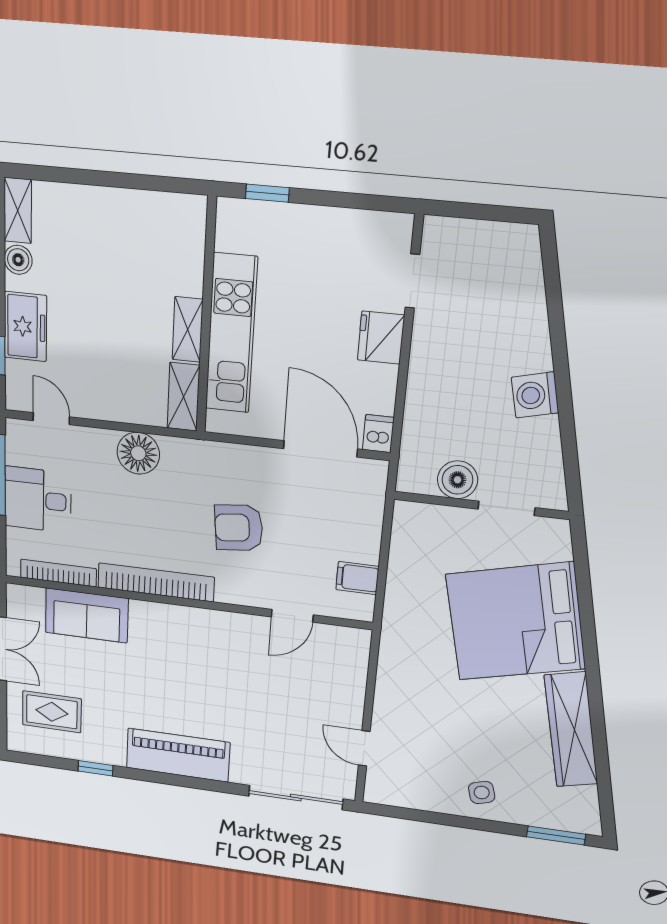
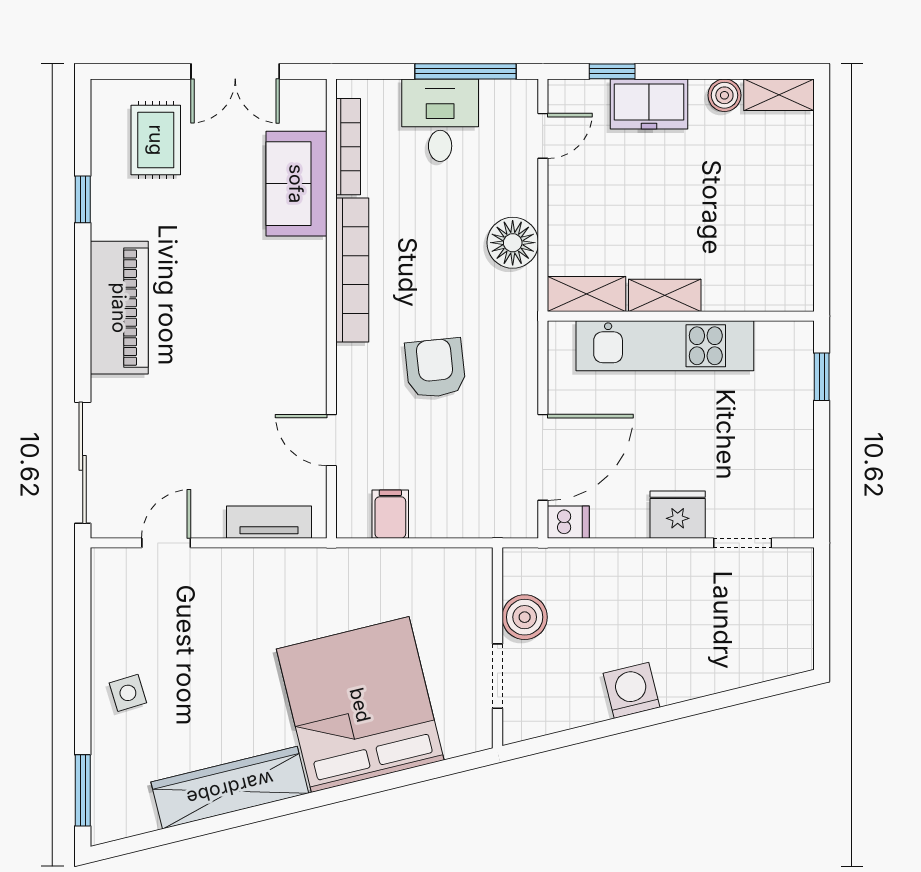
tv unit: (355, 671) -> (269, 522), added

